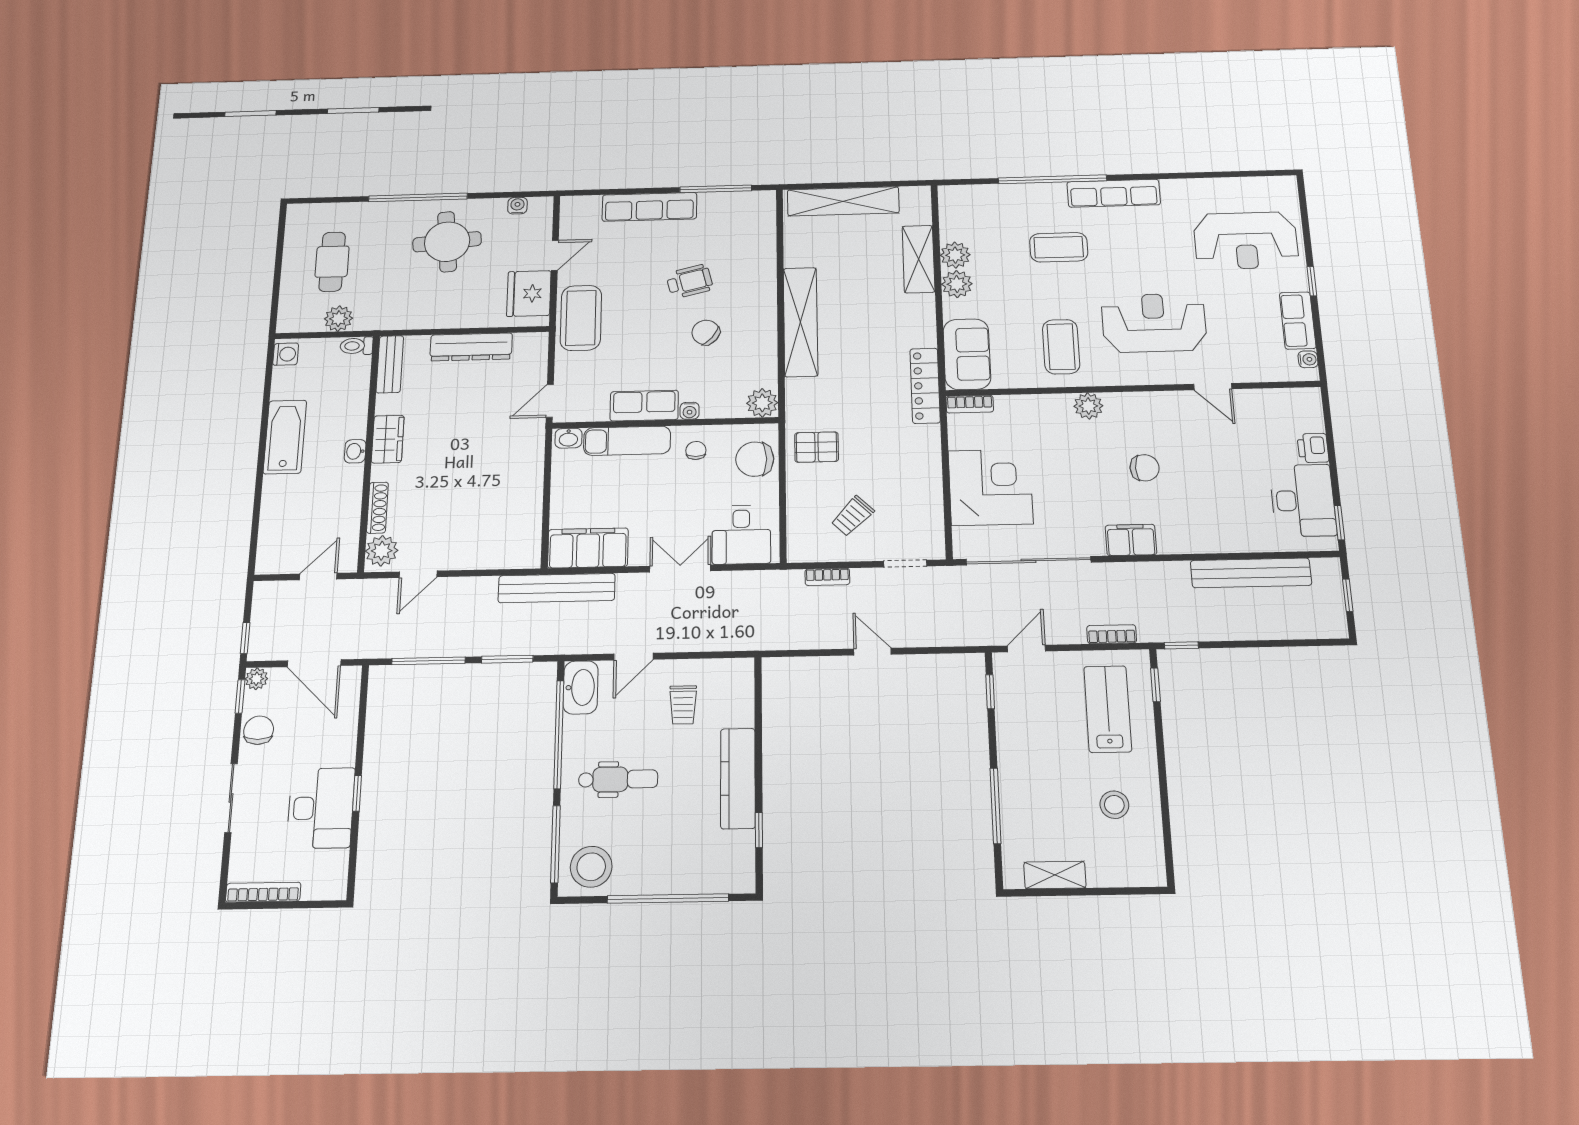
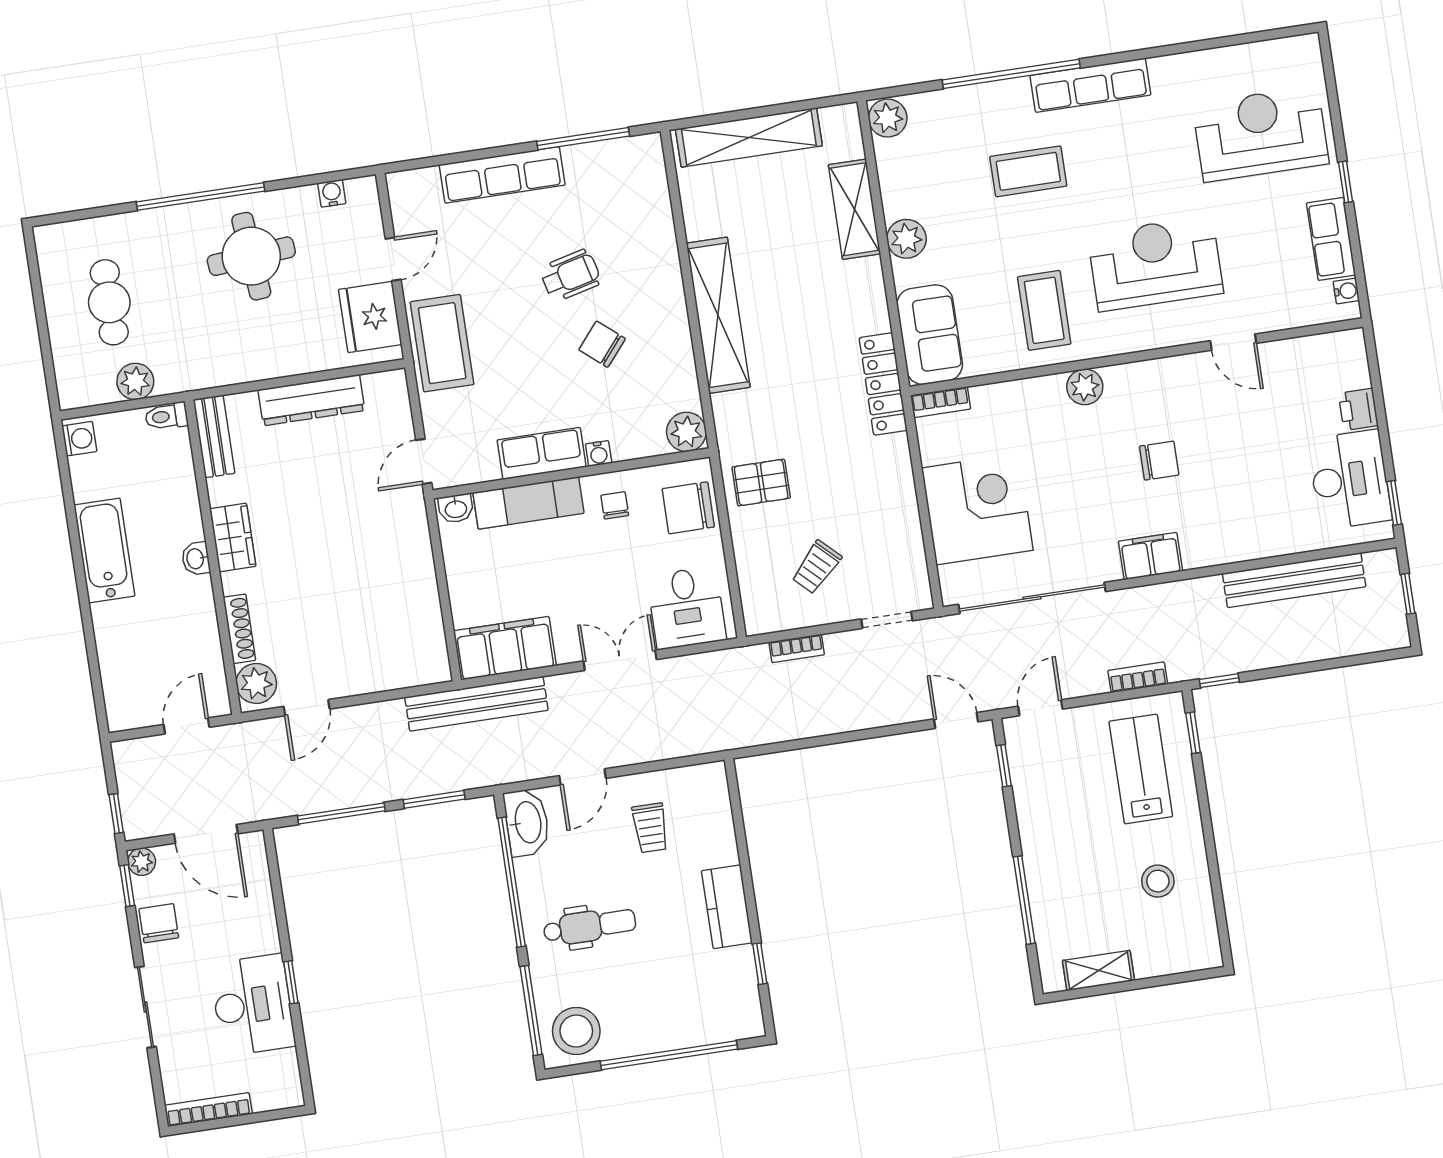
reception desk: (1246, 241) -> (1261, 134), turned 180
plant: (955, 255) -> (888, 118), moved
door: (872, 652) -> (956, 720), moved
kitchen counter: (738, 778) -> (727, 907), width x0.67

